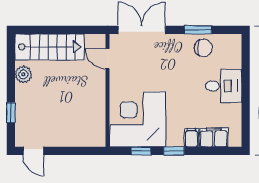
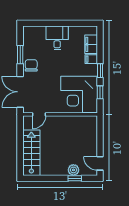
chair: (203, 48) -> (31, 65), moved
plant: (23, 74) -> (73, 170), moved
door: (33, 151) -> (100, 163), swing flipped

